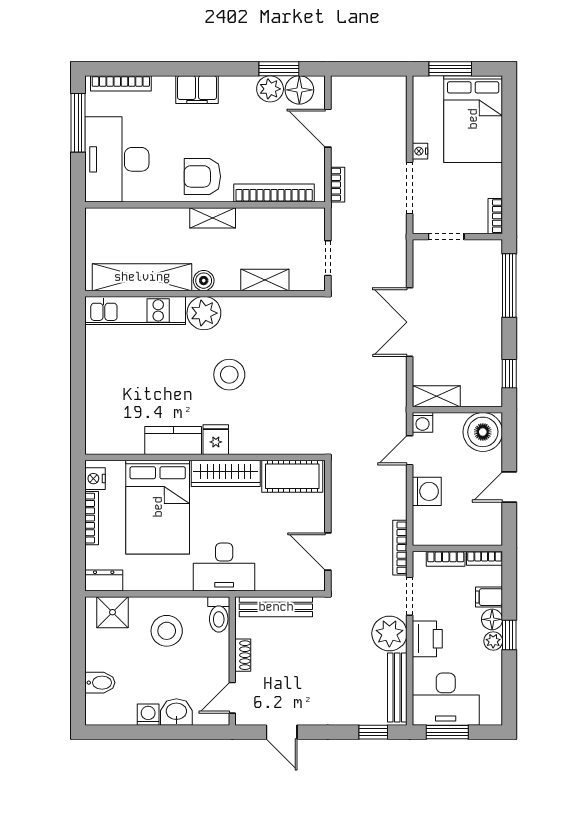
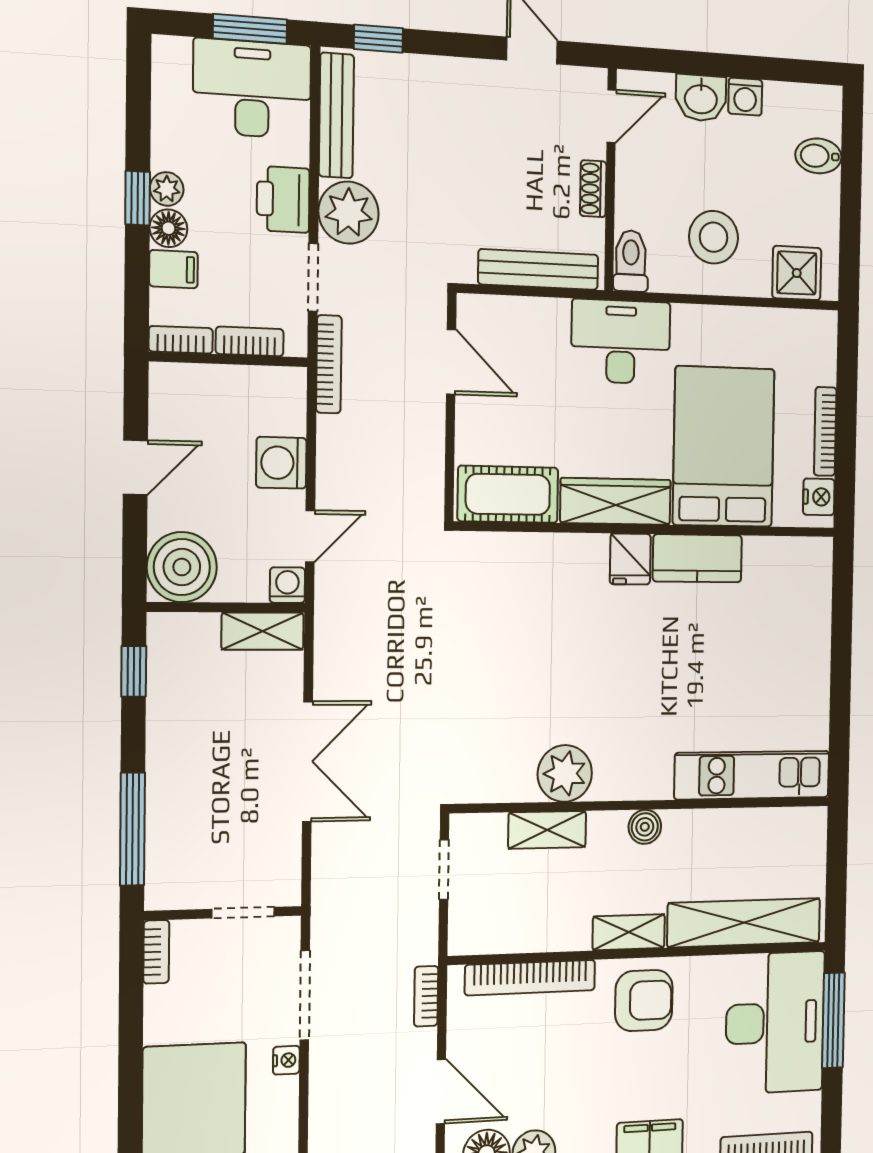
window: (78, 123) -> (833, 1020), moved
shelving: (142, 277) -> (744, 923), moved
plant: (204, 313) -> (565, 774), moved
stool: (229, 375) -> (607, 669), removed
dresser: (104, 581) -> (809, 327), removed

